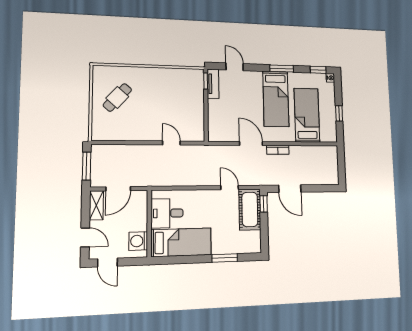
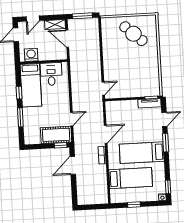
window: (282, 69) -> (166, 143), moved
cafe table: (117, 97) -> (133, 34), width x1.37, depth x1.35
door: (172, 143) -> (103, 88), moved
window: (191, 259) -> (19, 93), added

